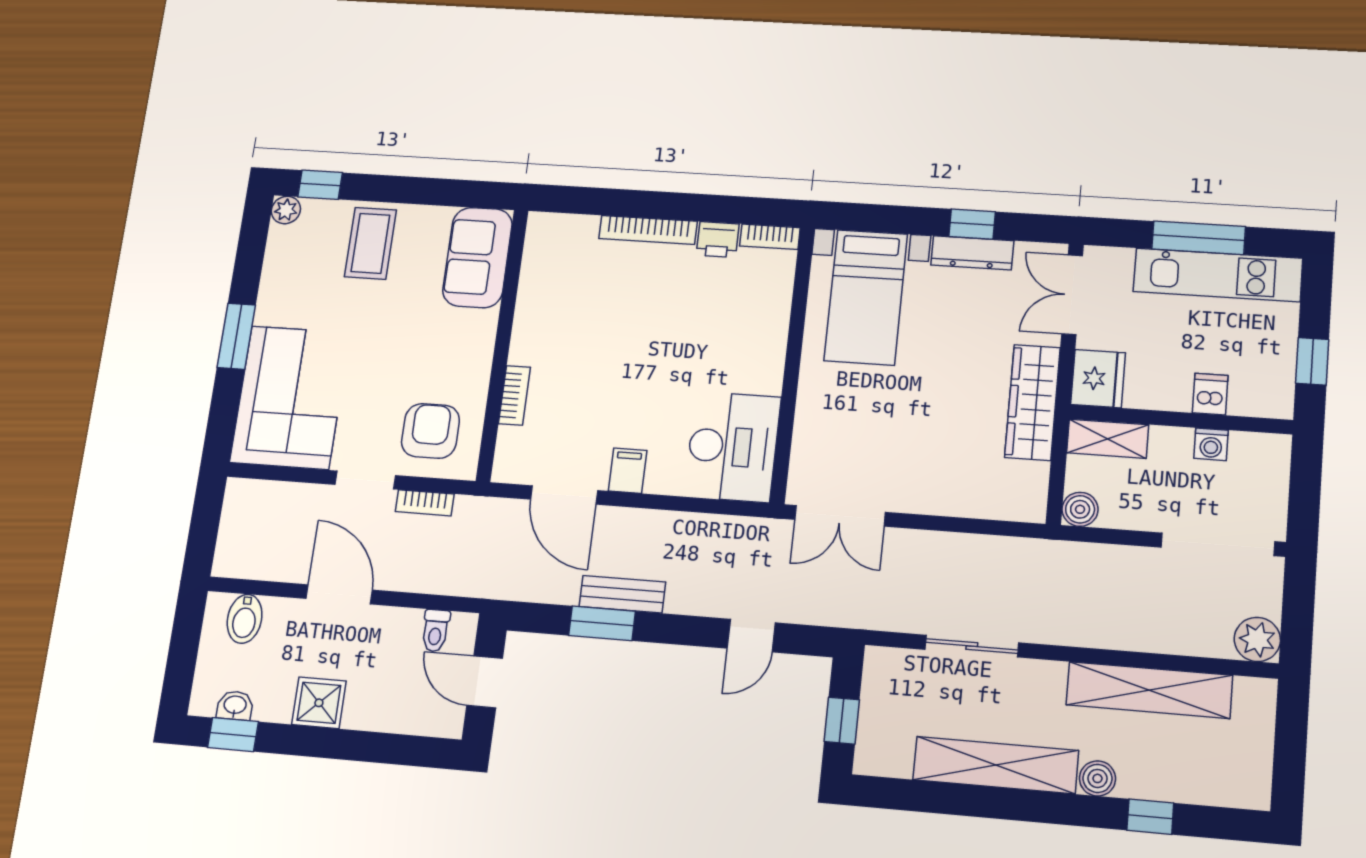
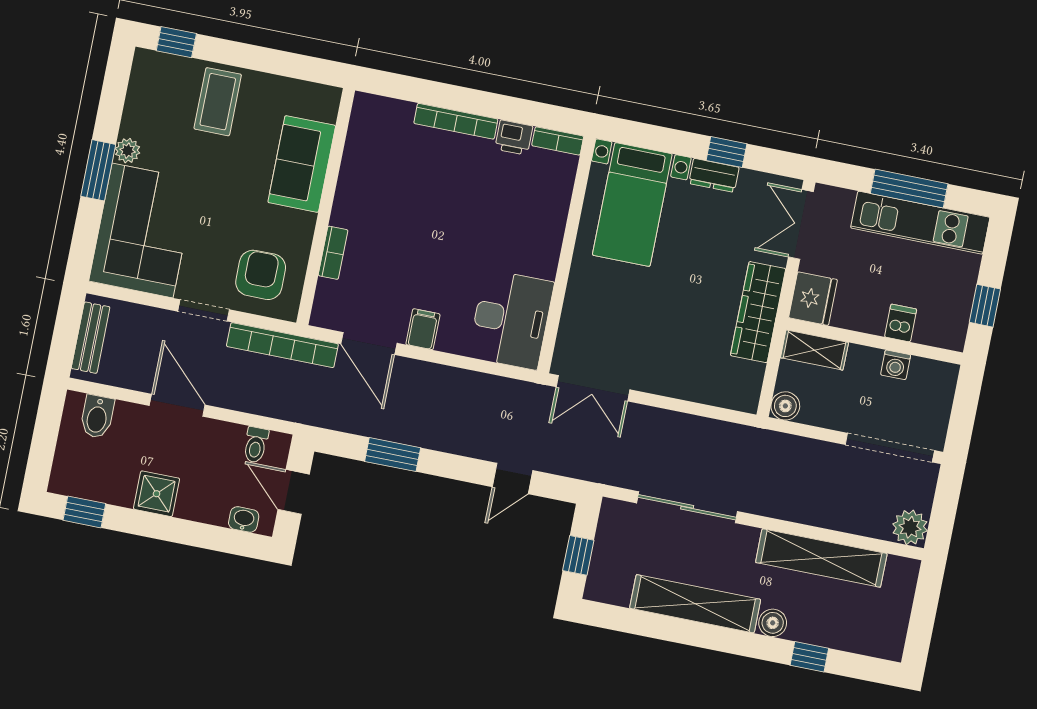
plant: (286, 210) -> (128, 151), moved
dresser: (972, 253) -> (714, 175), width x0.70
sofa: (477, 257) -> (302, 164), moved
bookcase: (425, 503) -> (282, 345), width x2.31, depth x1.31
bench: (622, 594) -> (91, 338), moved, turned 90
sliding door: (972, 646) -> (687, 507), width x1.37
washbasin: (235, 705) -> (244, 519), moved

